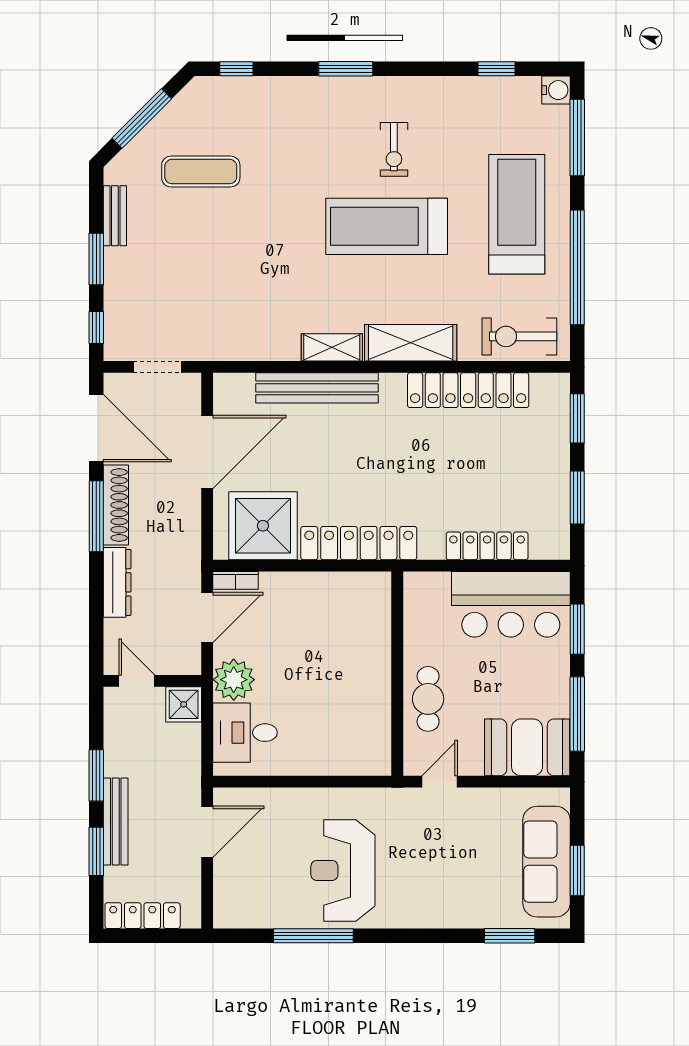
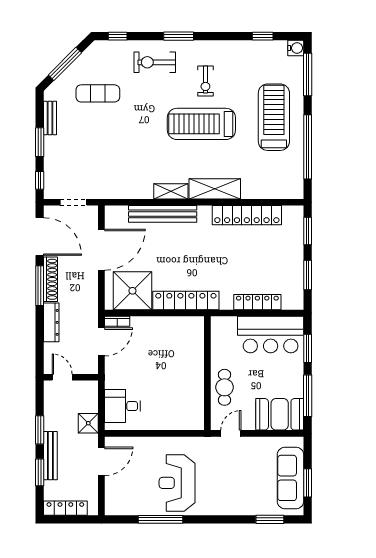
exercise bike: (519, 336) -> (155, 62), moved
plant: (234, 680) -> (116, 377), removed
shower: (184, 704) -> (88, 423), moved

